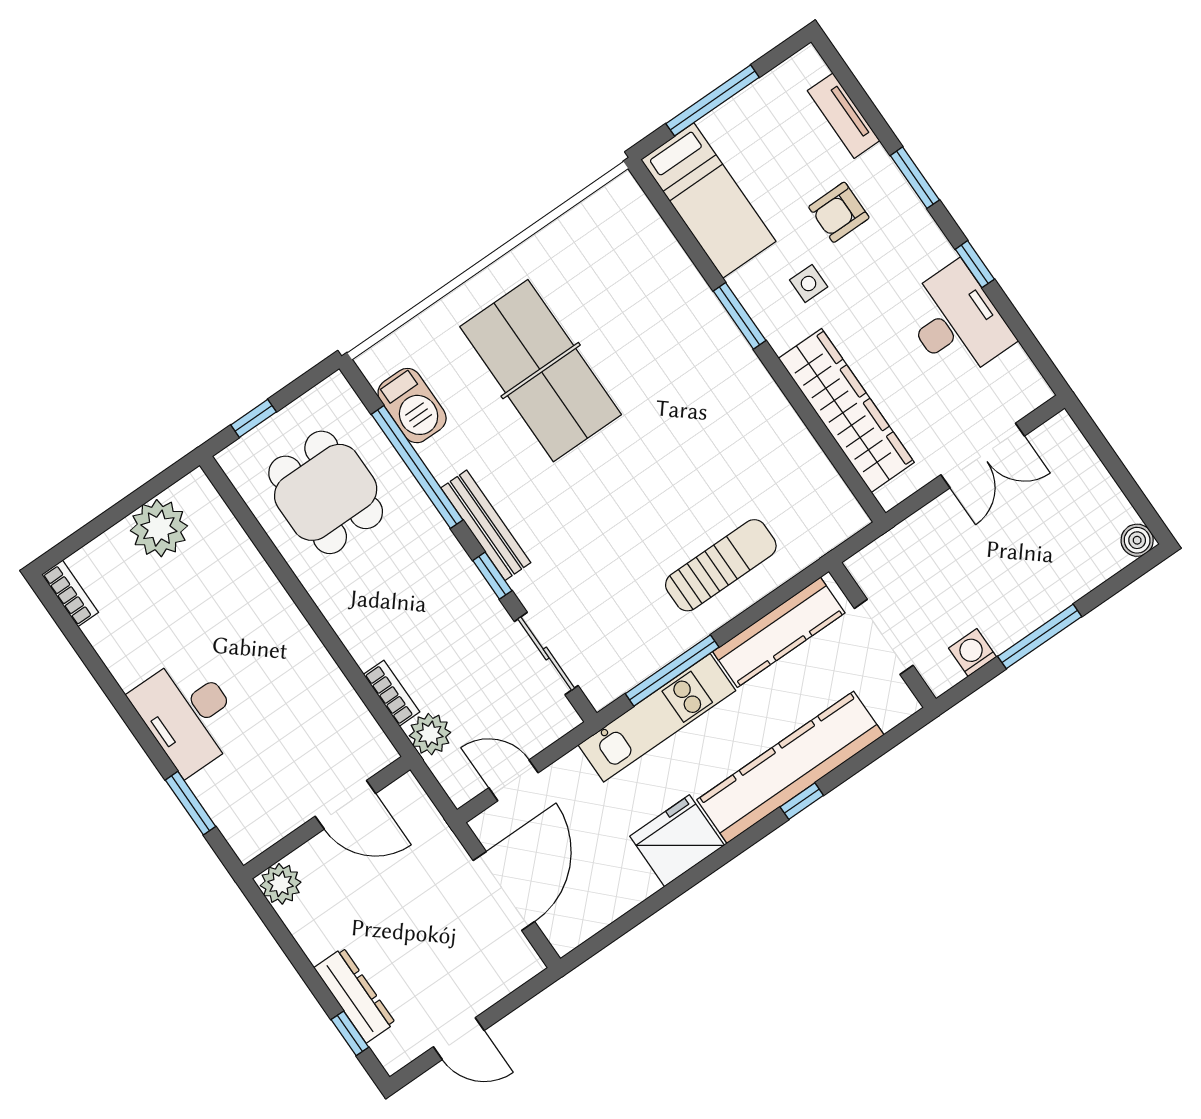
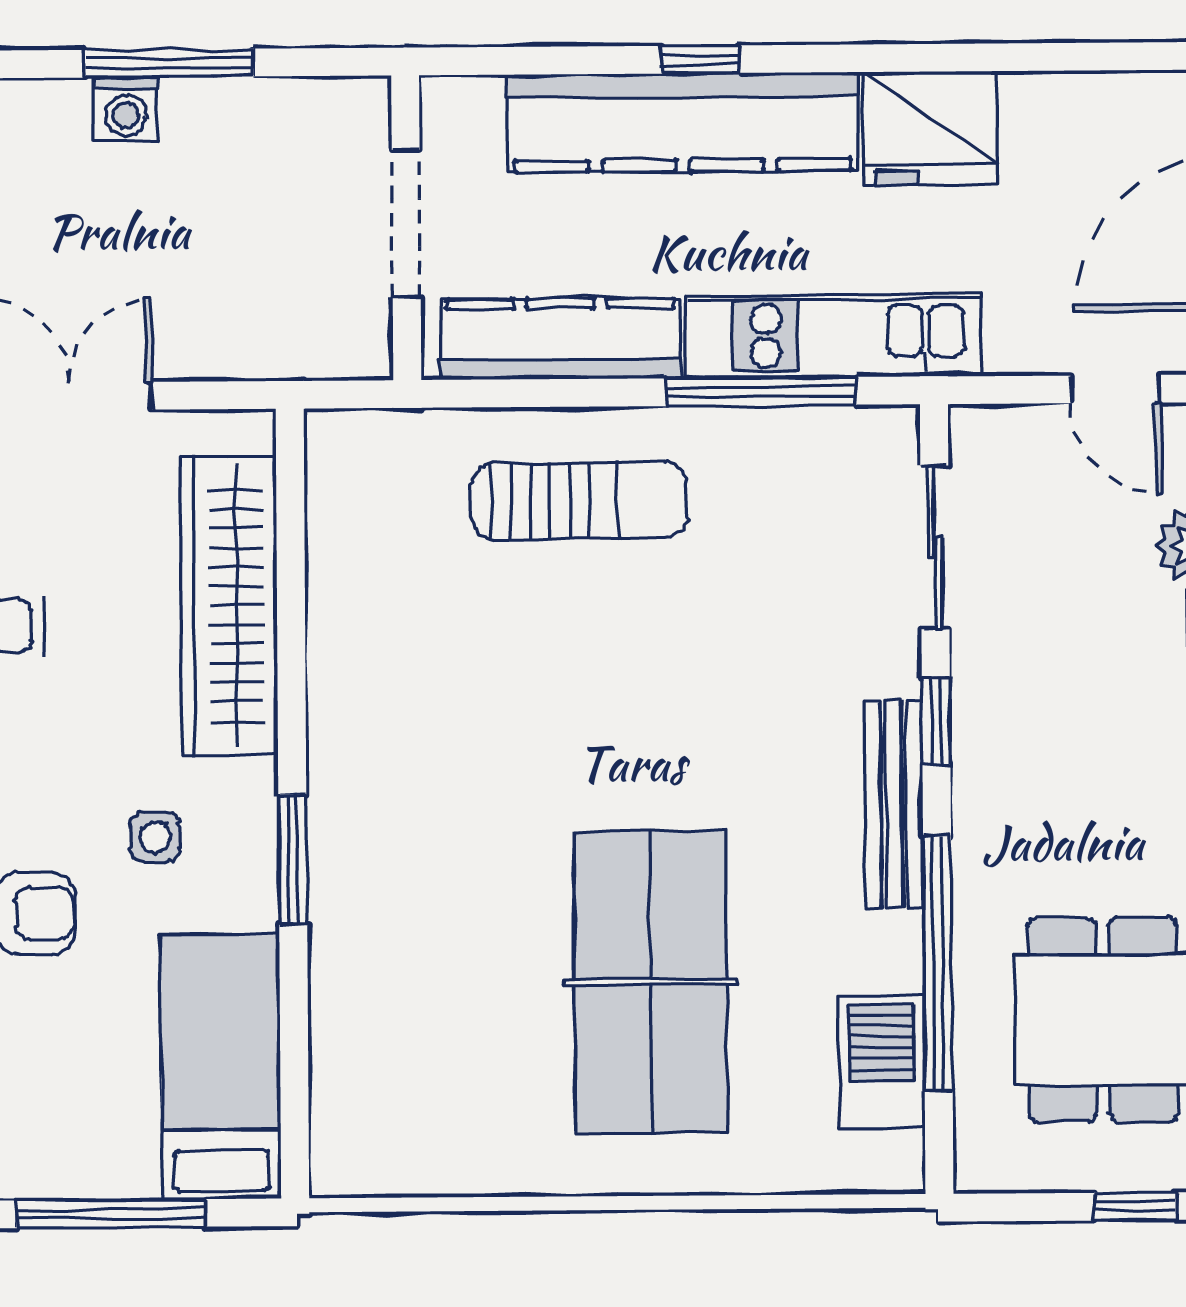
sun lounger: (721, 565) -> (579, 501), turned 180
washing machine: (973, 653) -> (126, 109), moved

